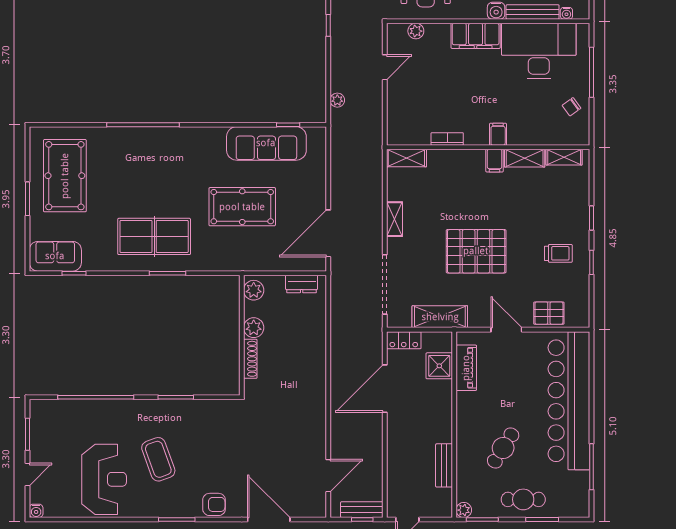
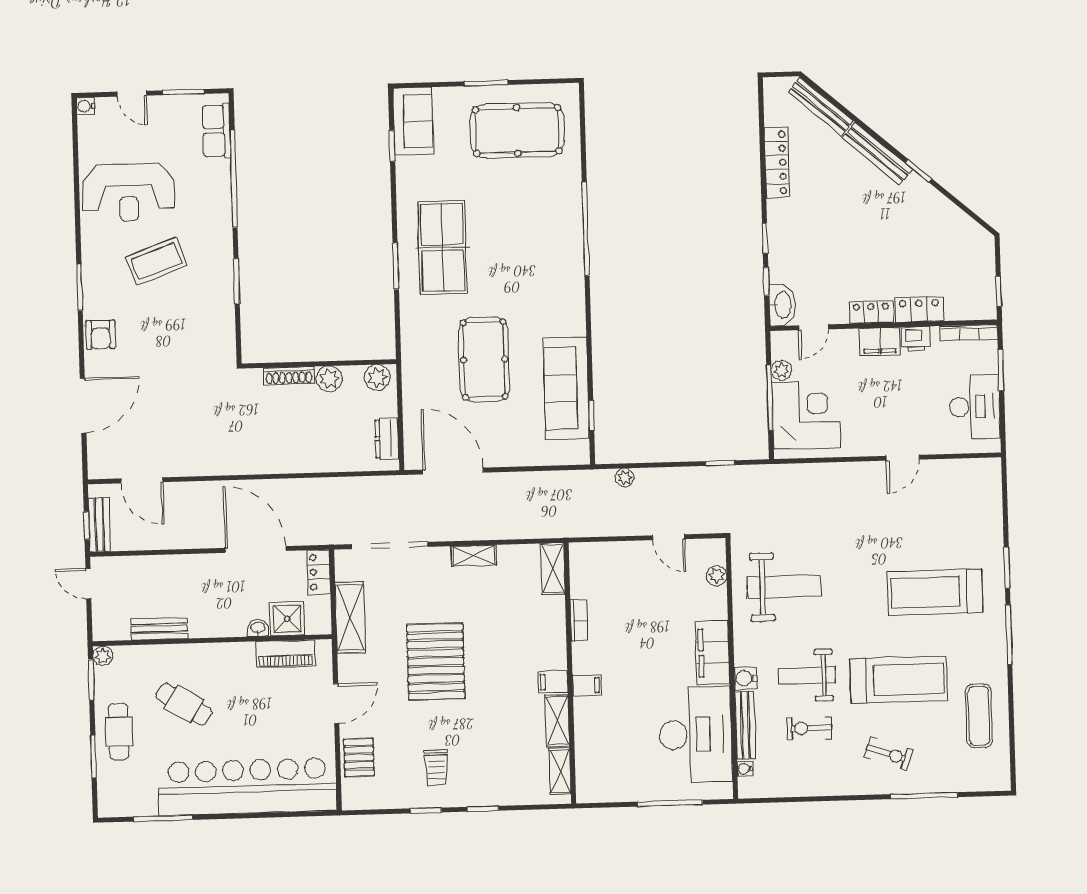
chair: (571, 107) -> (625, 779), removed
washbasin: (446, 389) -> (258, 628), added
row of seats: (58, 410) -> (216, 131), added

